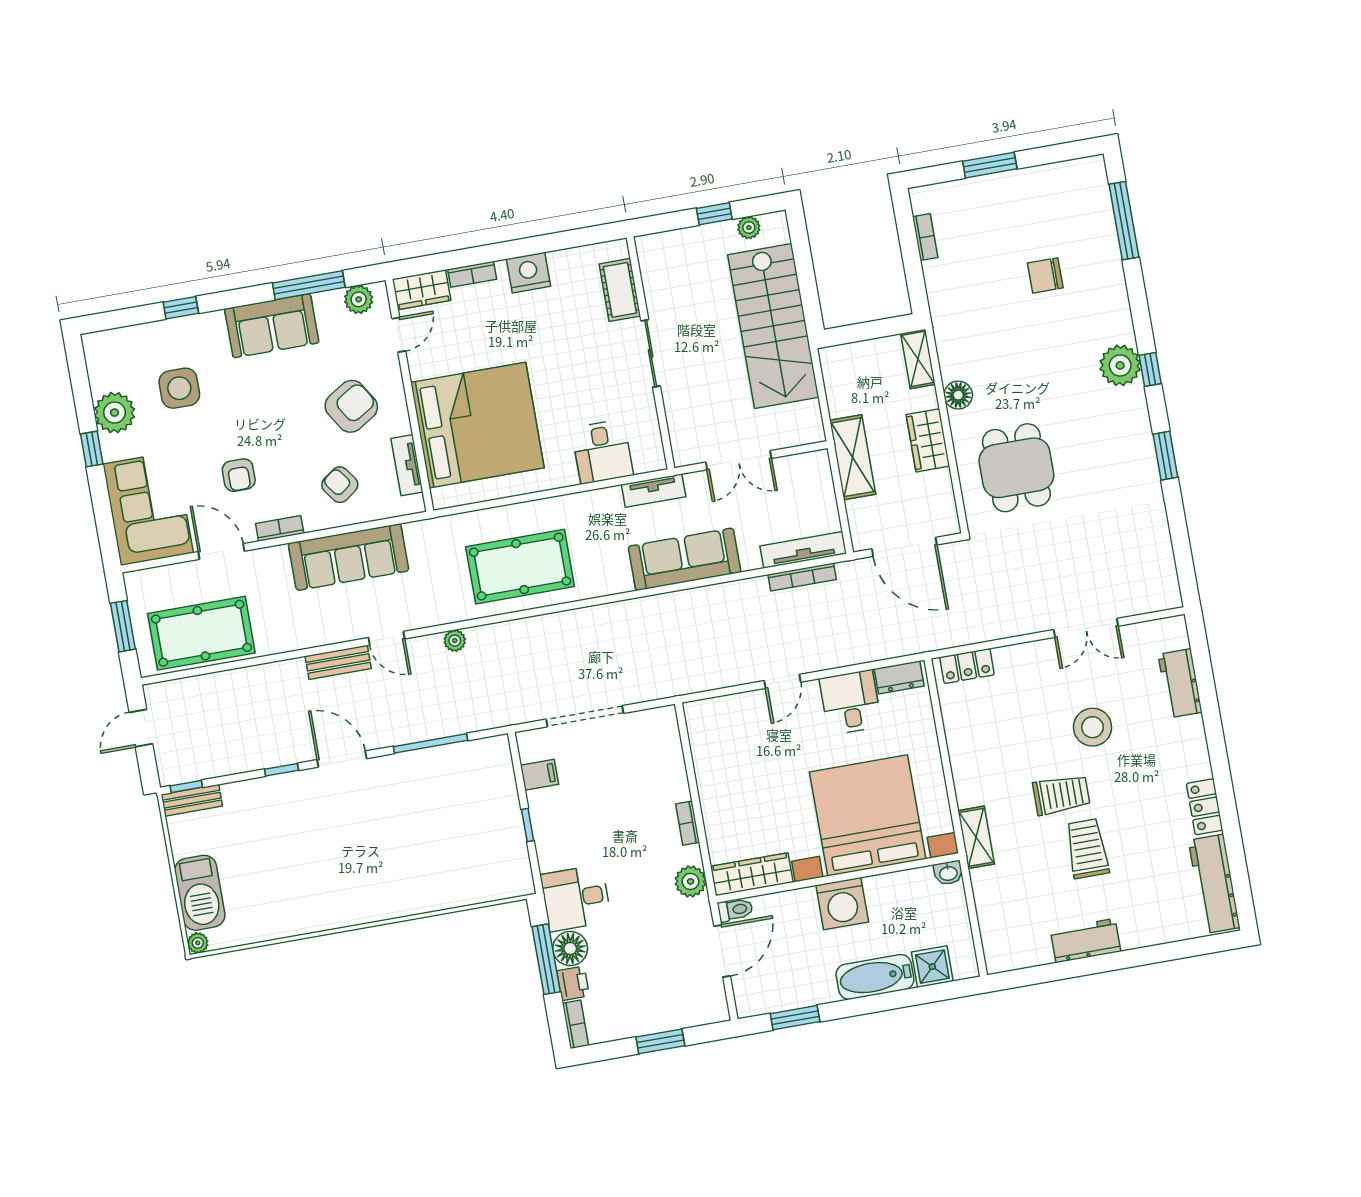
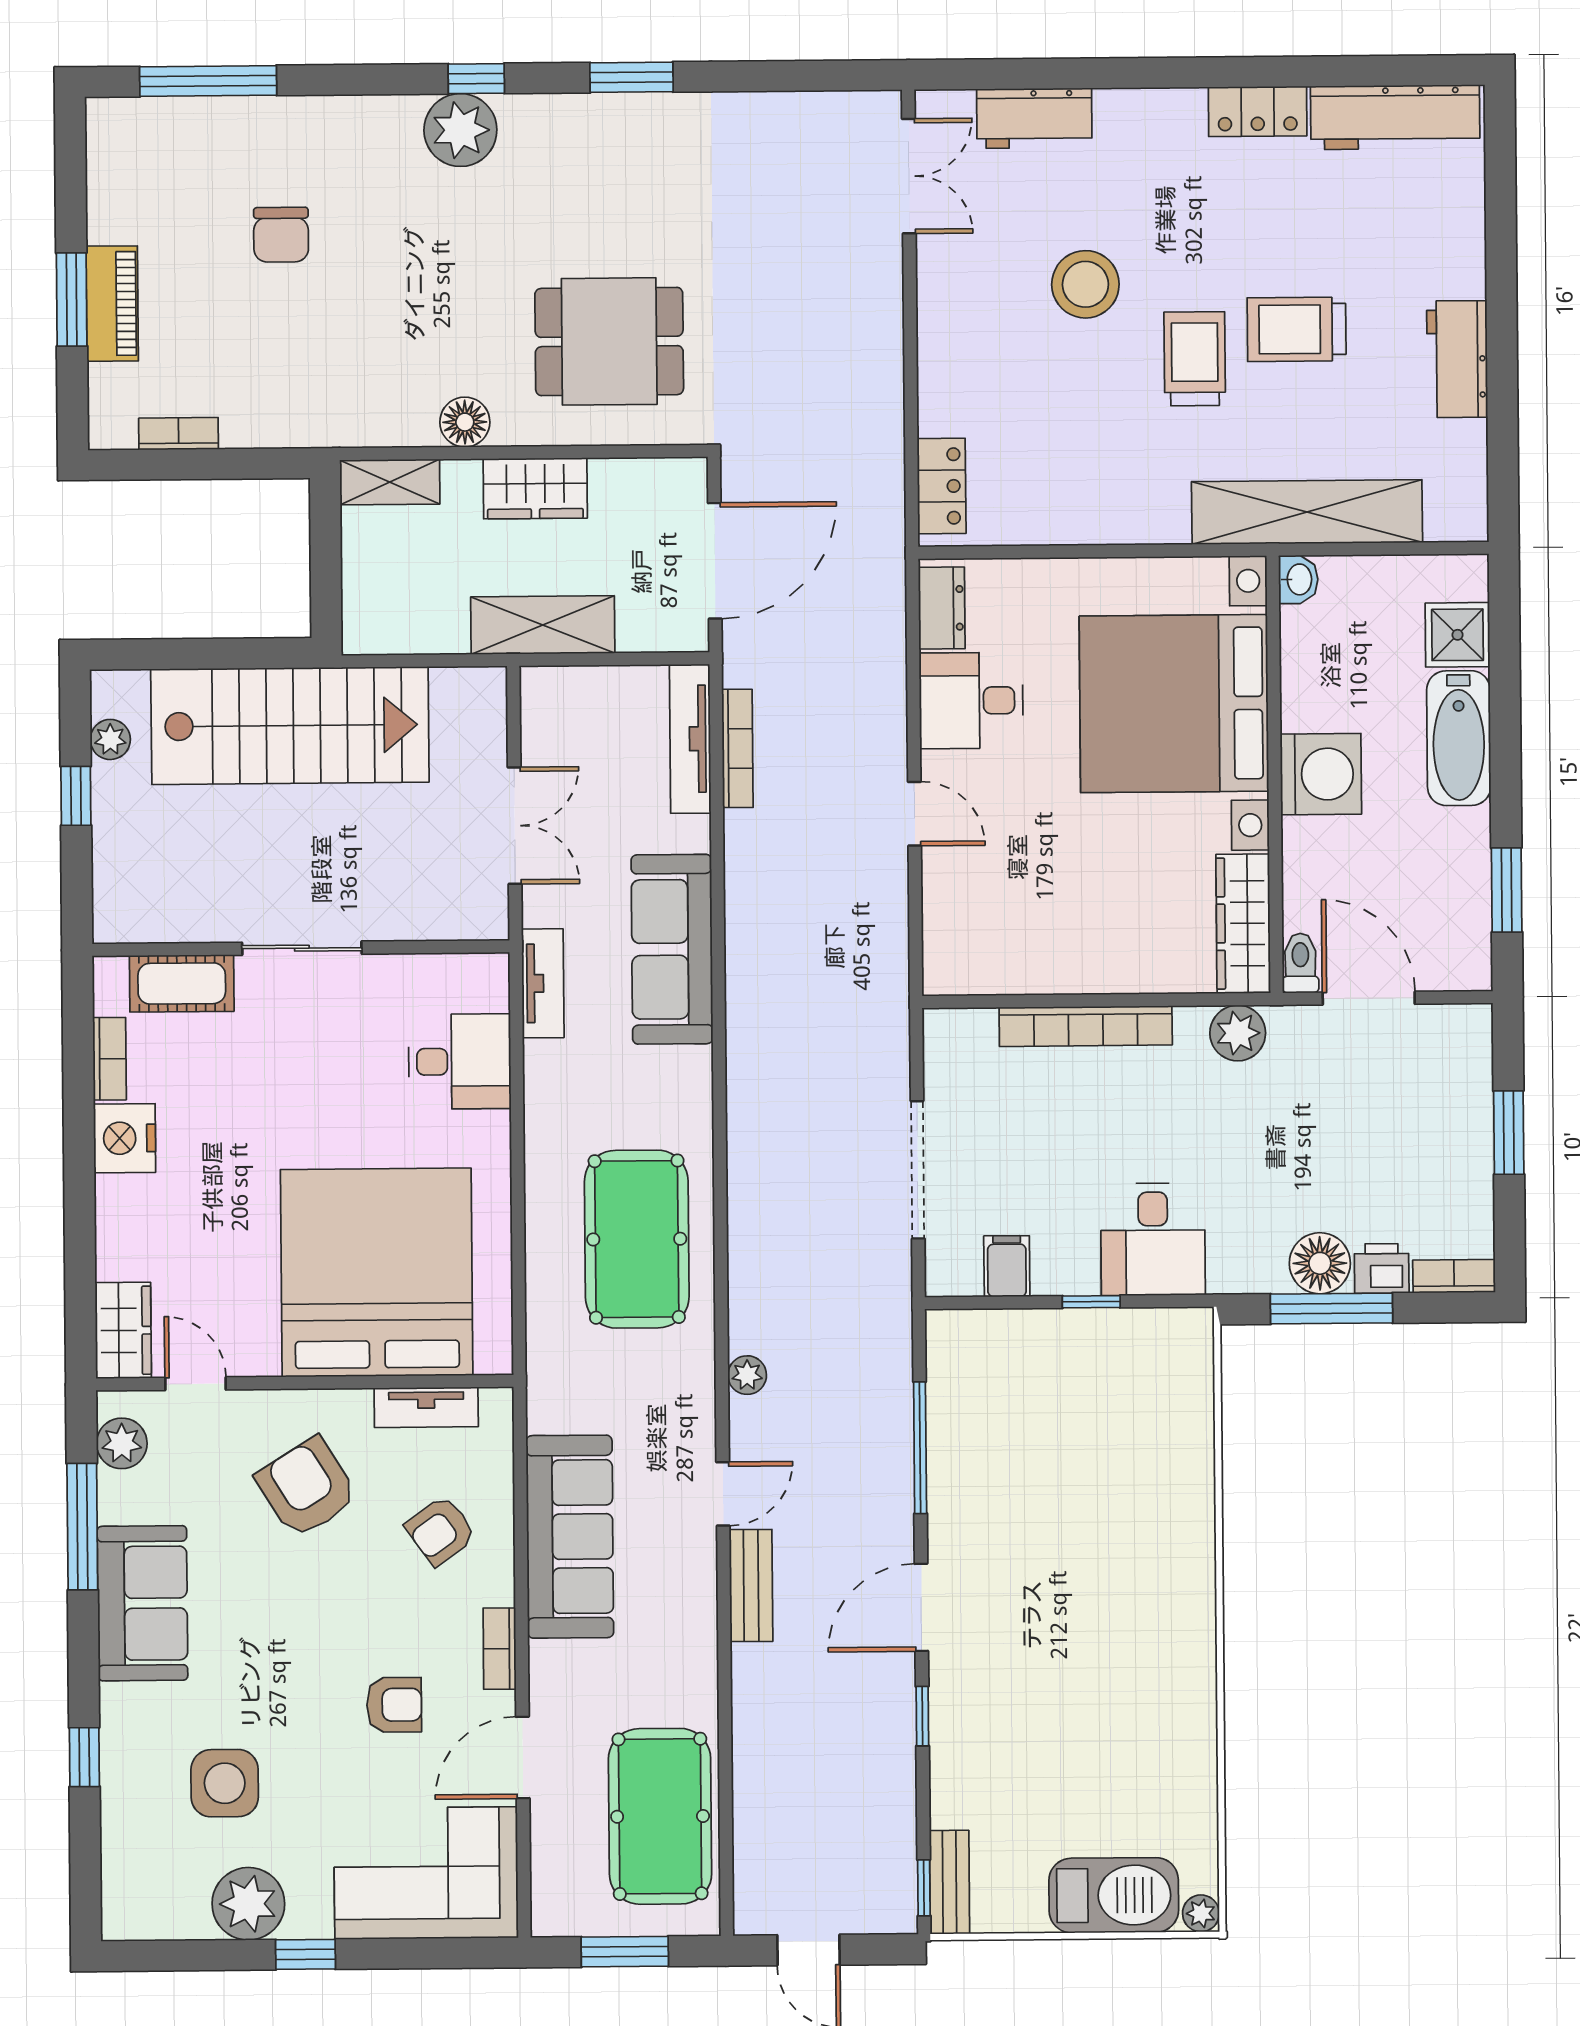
piano: (991, 188) -> (112, 304), added
bookcase: (472, 274) -> (110, 1059), moved
double door: (1086, 628) -> (909, 176), moved
bookcase: (688, 823) -> (1086, 1026), width x2.31, depth x1.31
shelving: (976, 837) -> (1307, 512), width x2.20, depth x1.33
desk: (576, 898) -> (1153, 1239), moved

